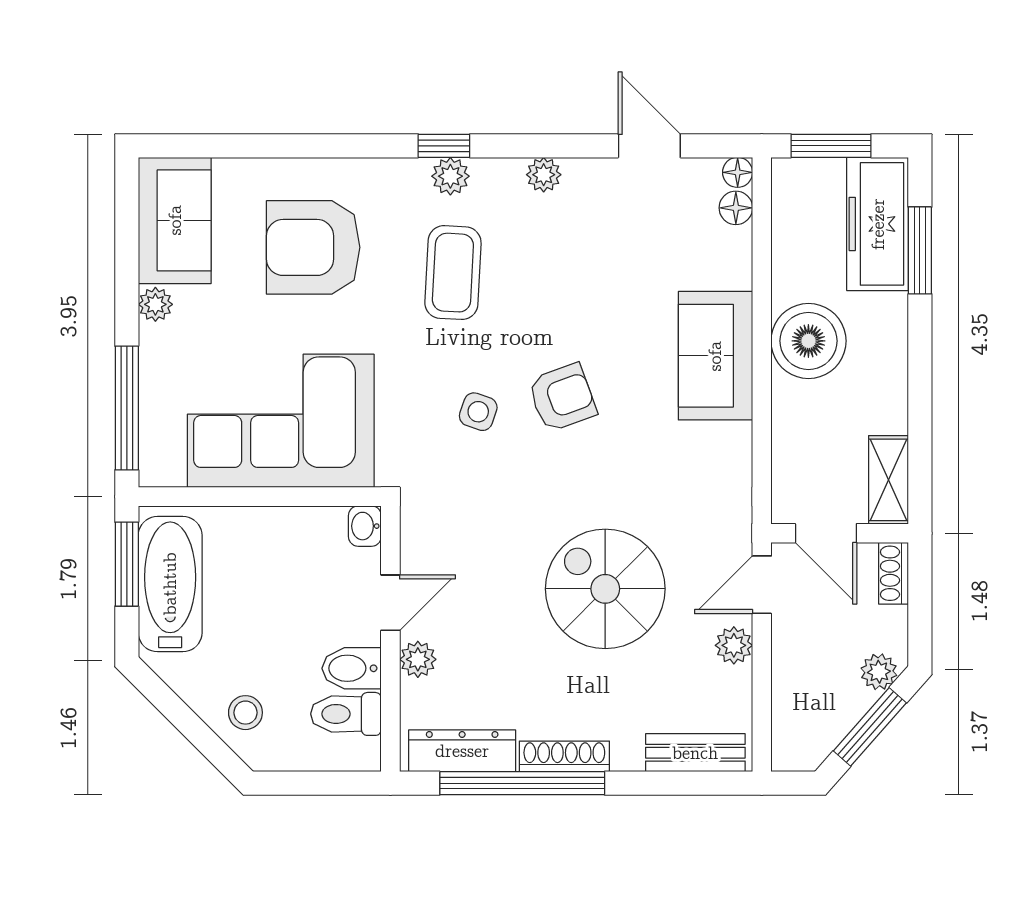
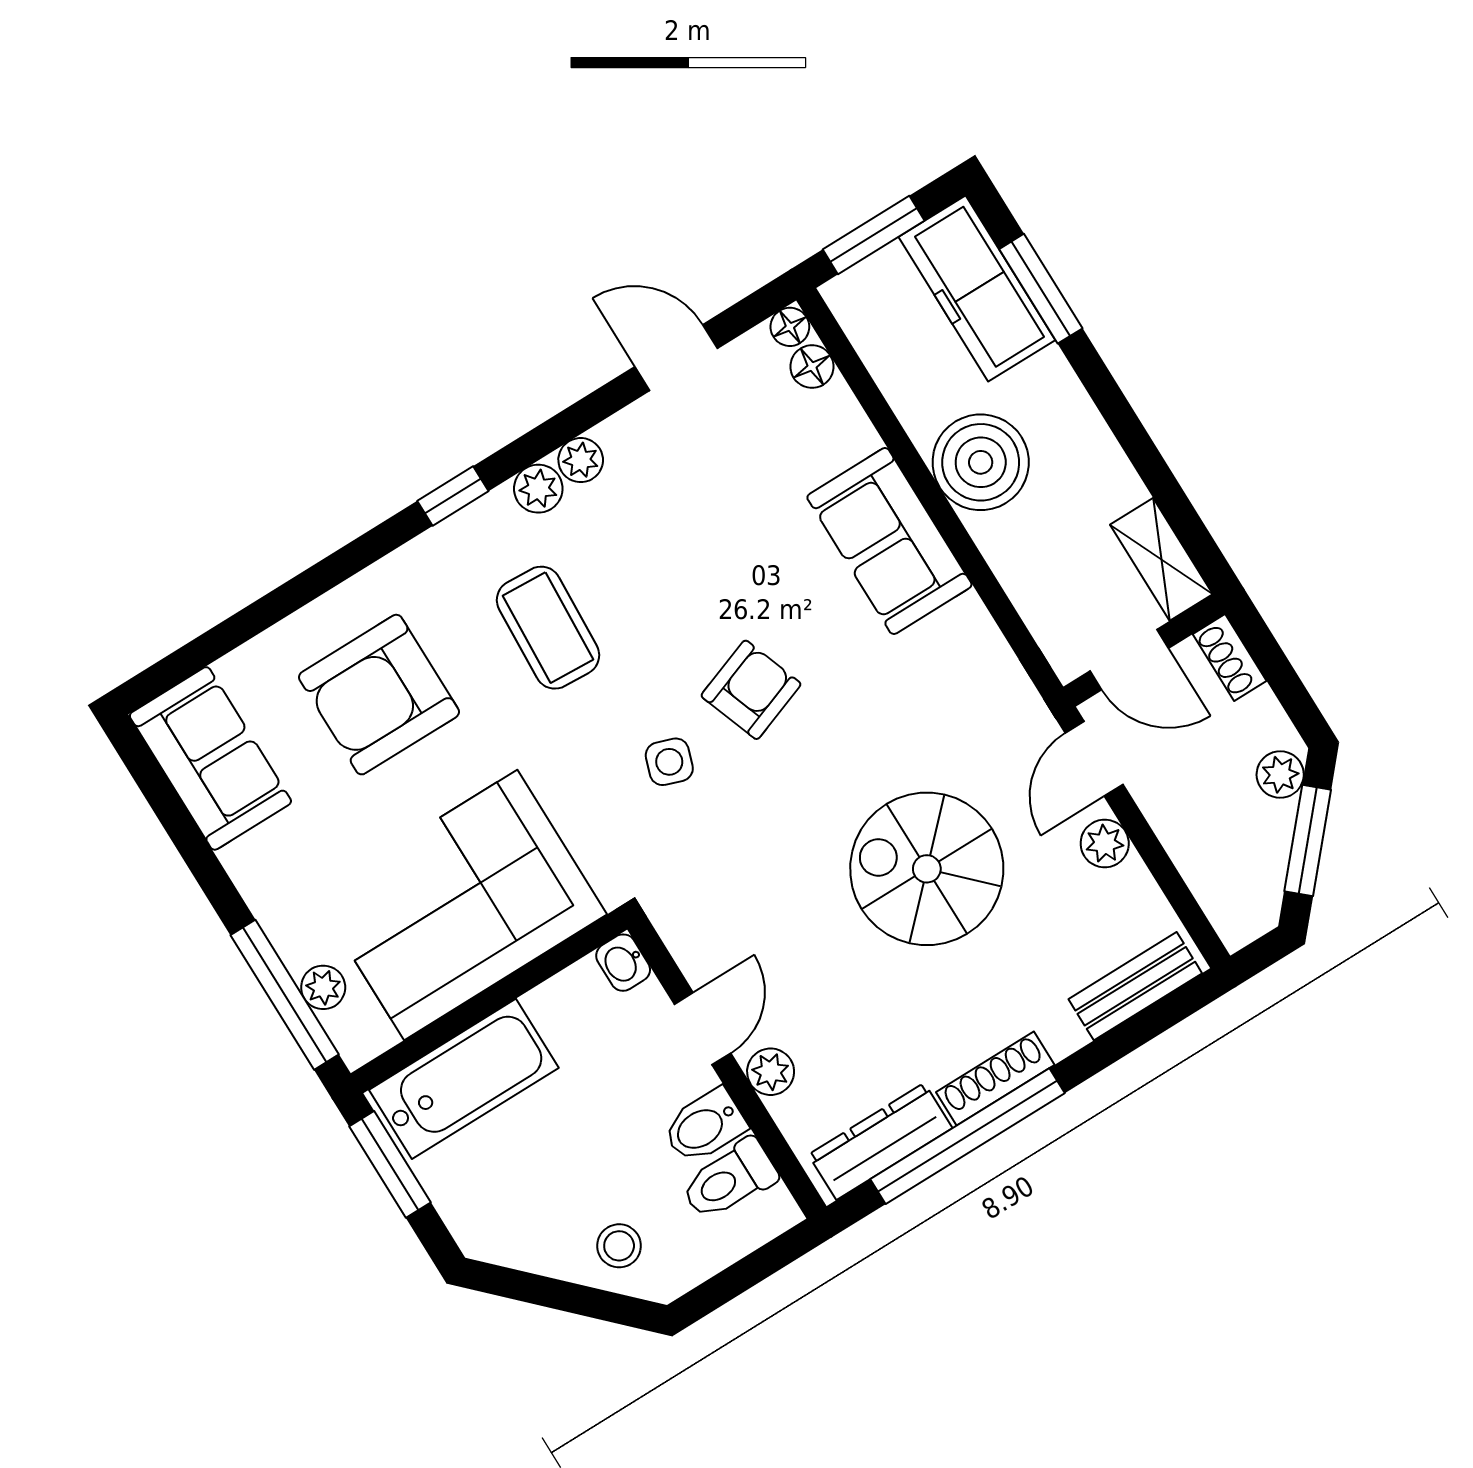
plant: (450, 176) -> (538, 489), moved
plant: (155, 304) -> (323, 987), moved
bathtub: (170, 584) -> (464, 1079), moved, turned 90

